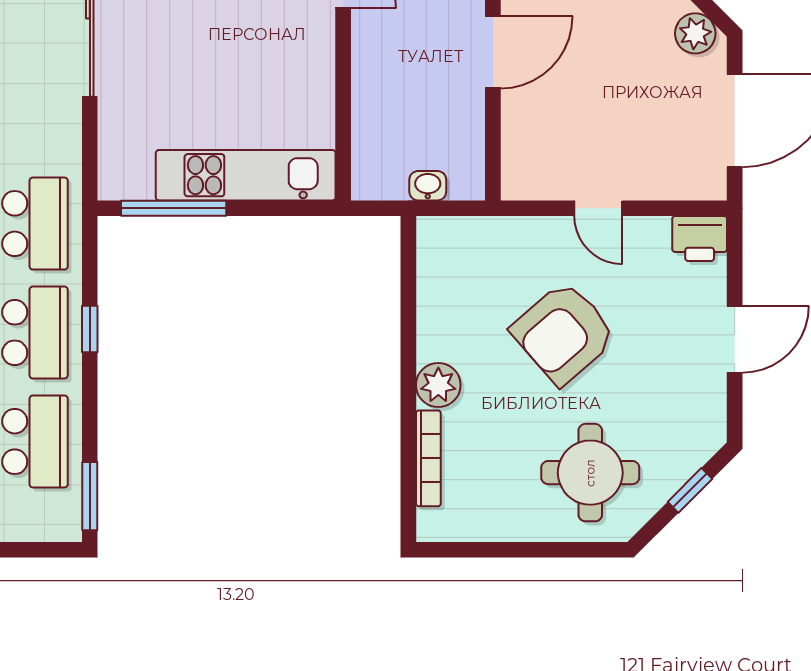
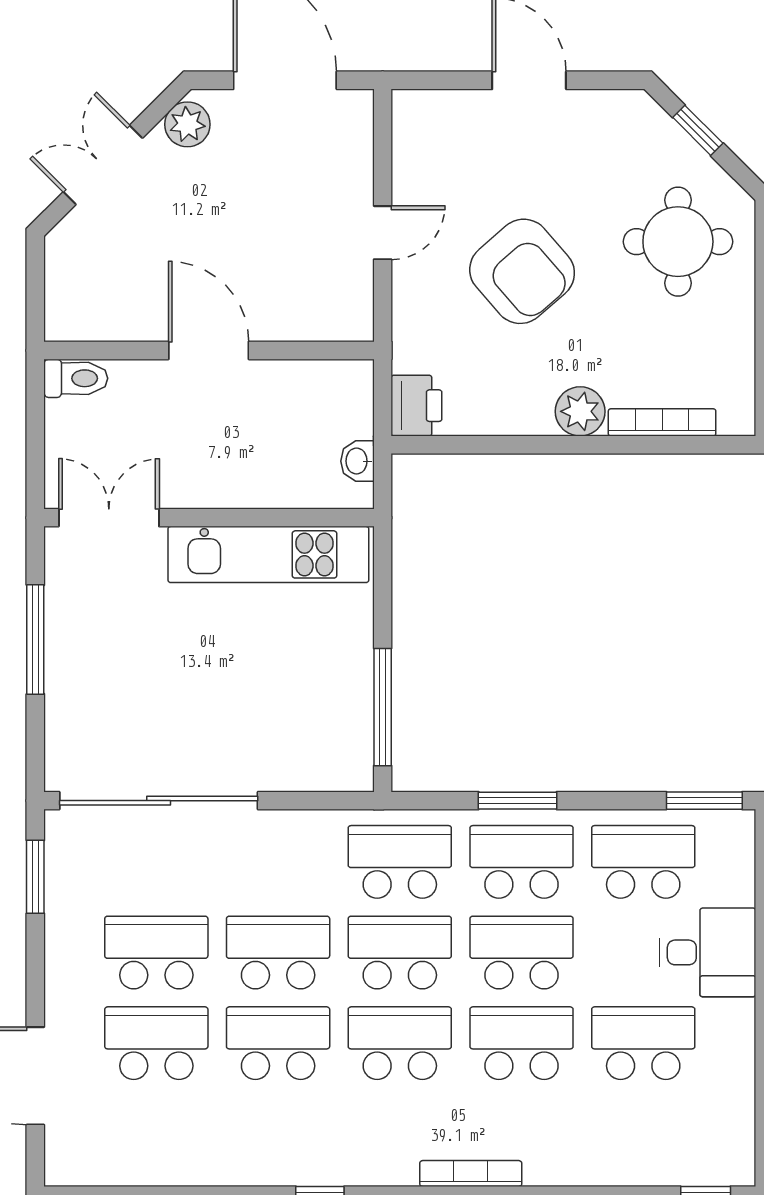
kitchen unit: (246, 175) -> (268, 554), moved, turned -90
washbasin: (428, 186) -> (357, 461), moved
printer: (700, 238) -> (416, 406), moved
window: (90, 329) -> (518, 801), width x1.50

